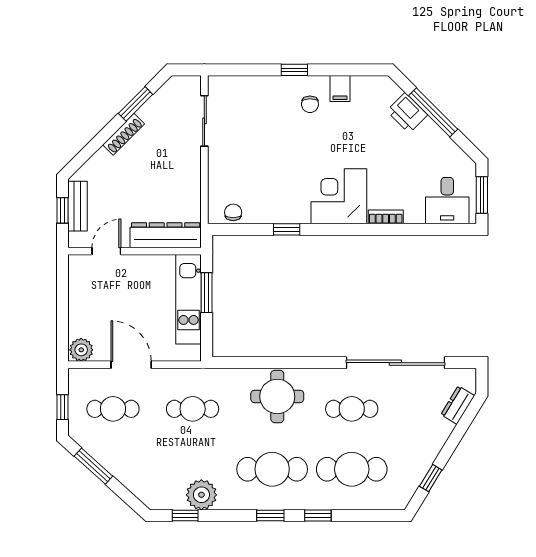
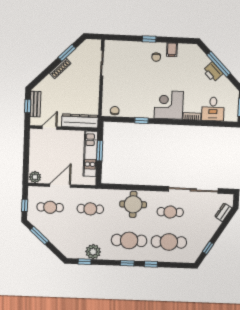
printer: (407, 113) -> (213, 72), moved
desk: (447, 201) -> (213, 109), moved
door: (131, 365) -> (60, 186), hinge flipped

